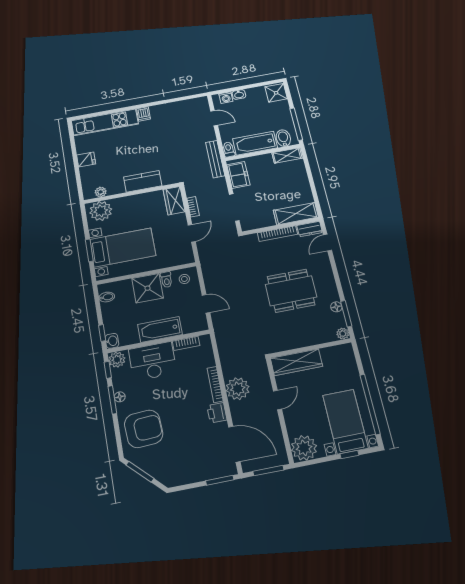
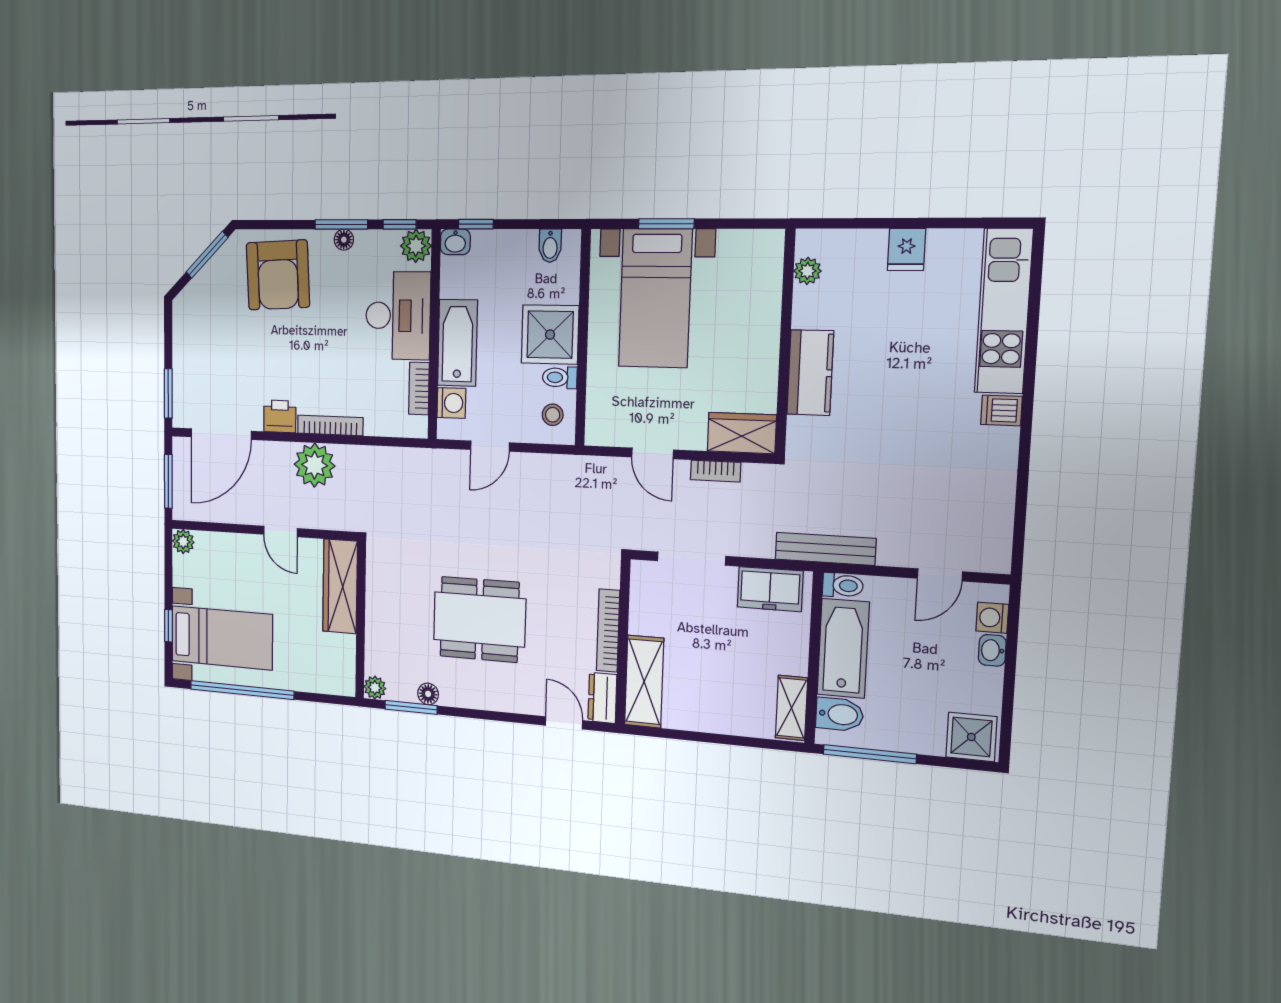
plant: (101, 211) -> (758, 264), removed
dining table: (291, 291) -> (479, 619), turned 90
washing machine: (190, 326) -> (451, 403), added
plant: (304, 448) -> (183, 542), width x0.53, depth x0.53

